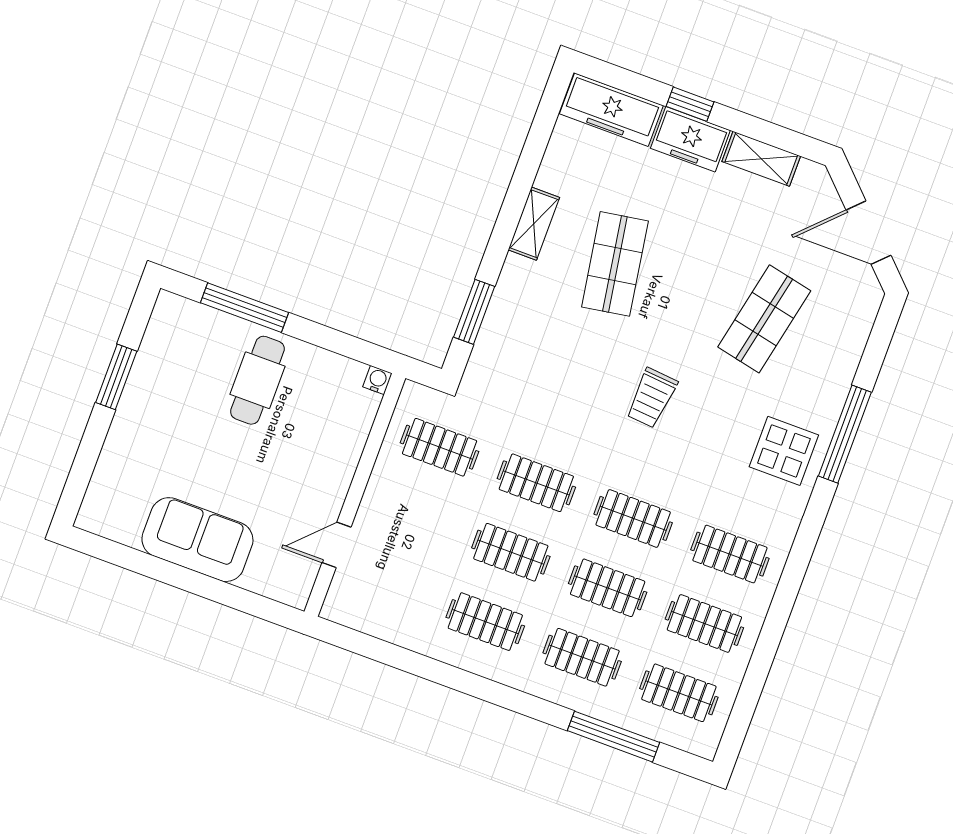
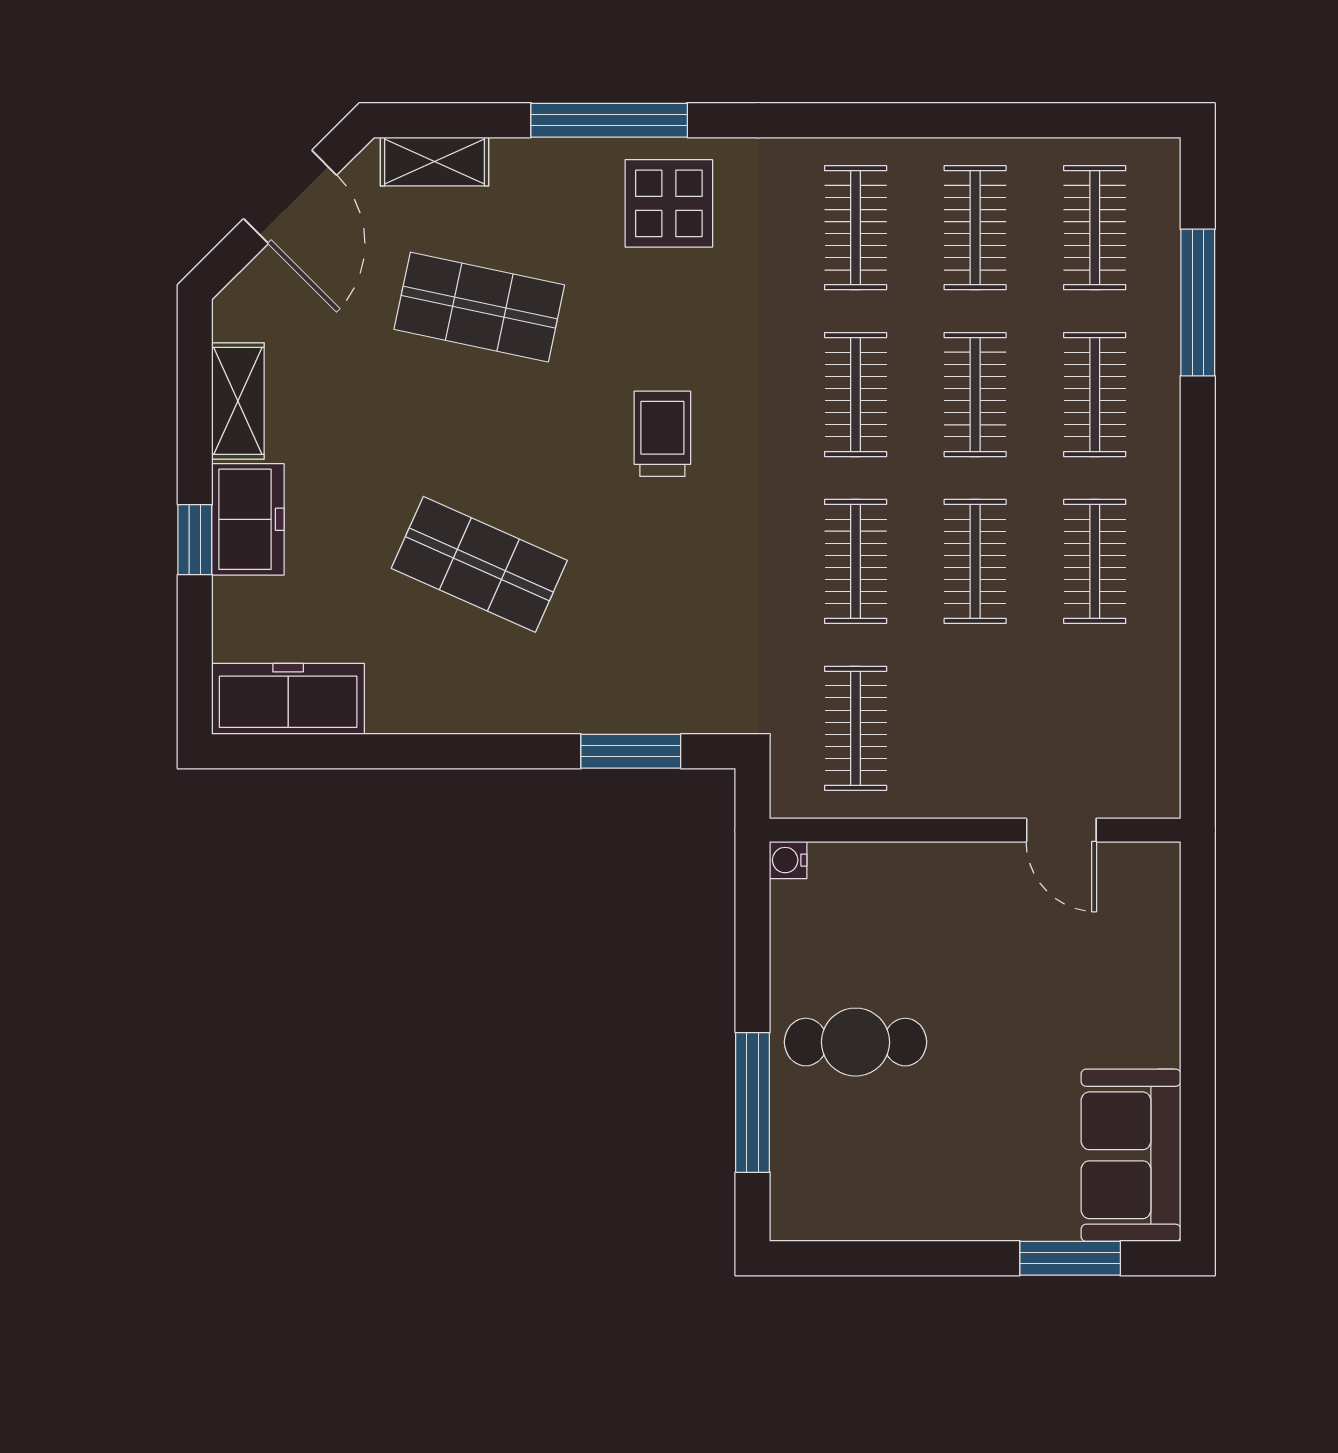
freezer: (611, 110) -> (288, 699), moved, turned -90
shelving: (534, 224) -> (435, 162), moved
shop shelf: (615, 264) -> (479, 564), turned 33
window: (116, 377) -> (1070, 1258), moved
trolley: (652, 398) -> (662, 434), turned -95
sofa: (197, 540) -> (1131, 1155), moved

